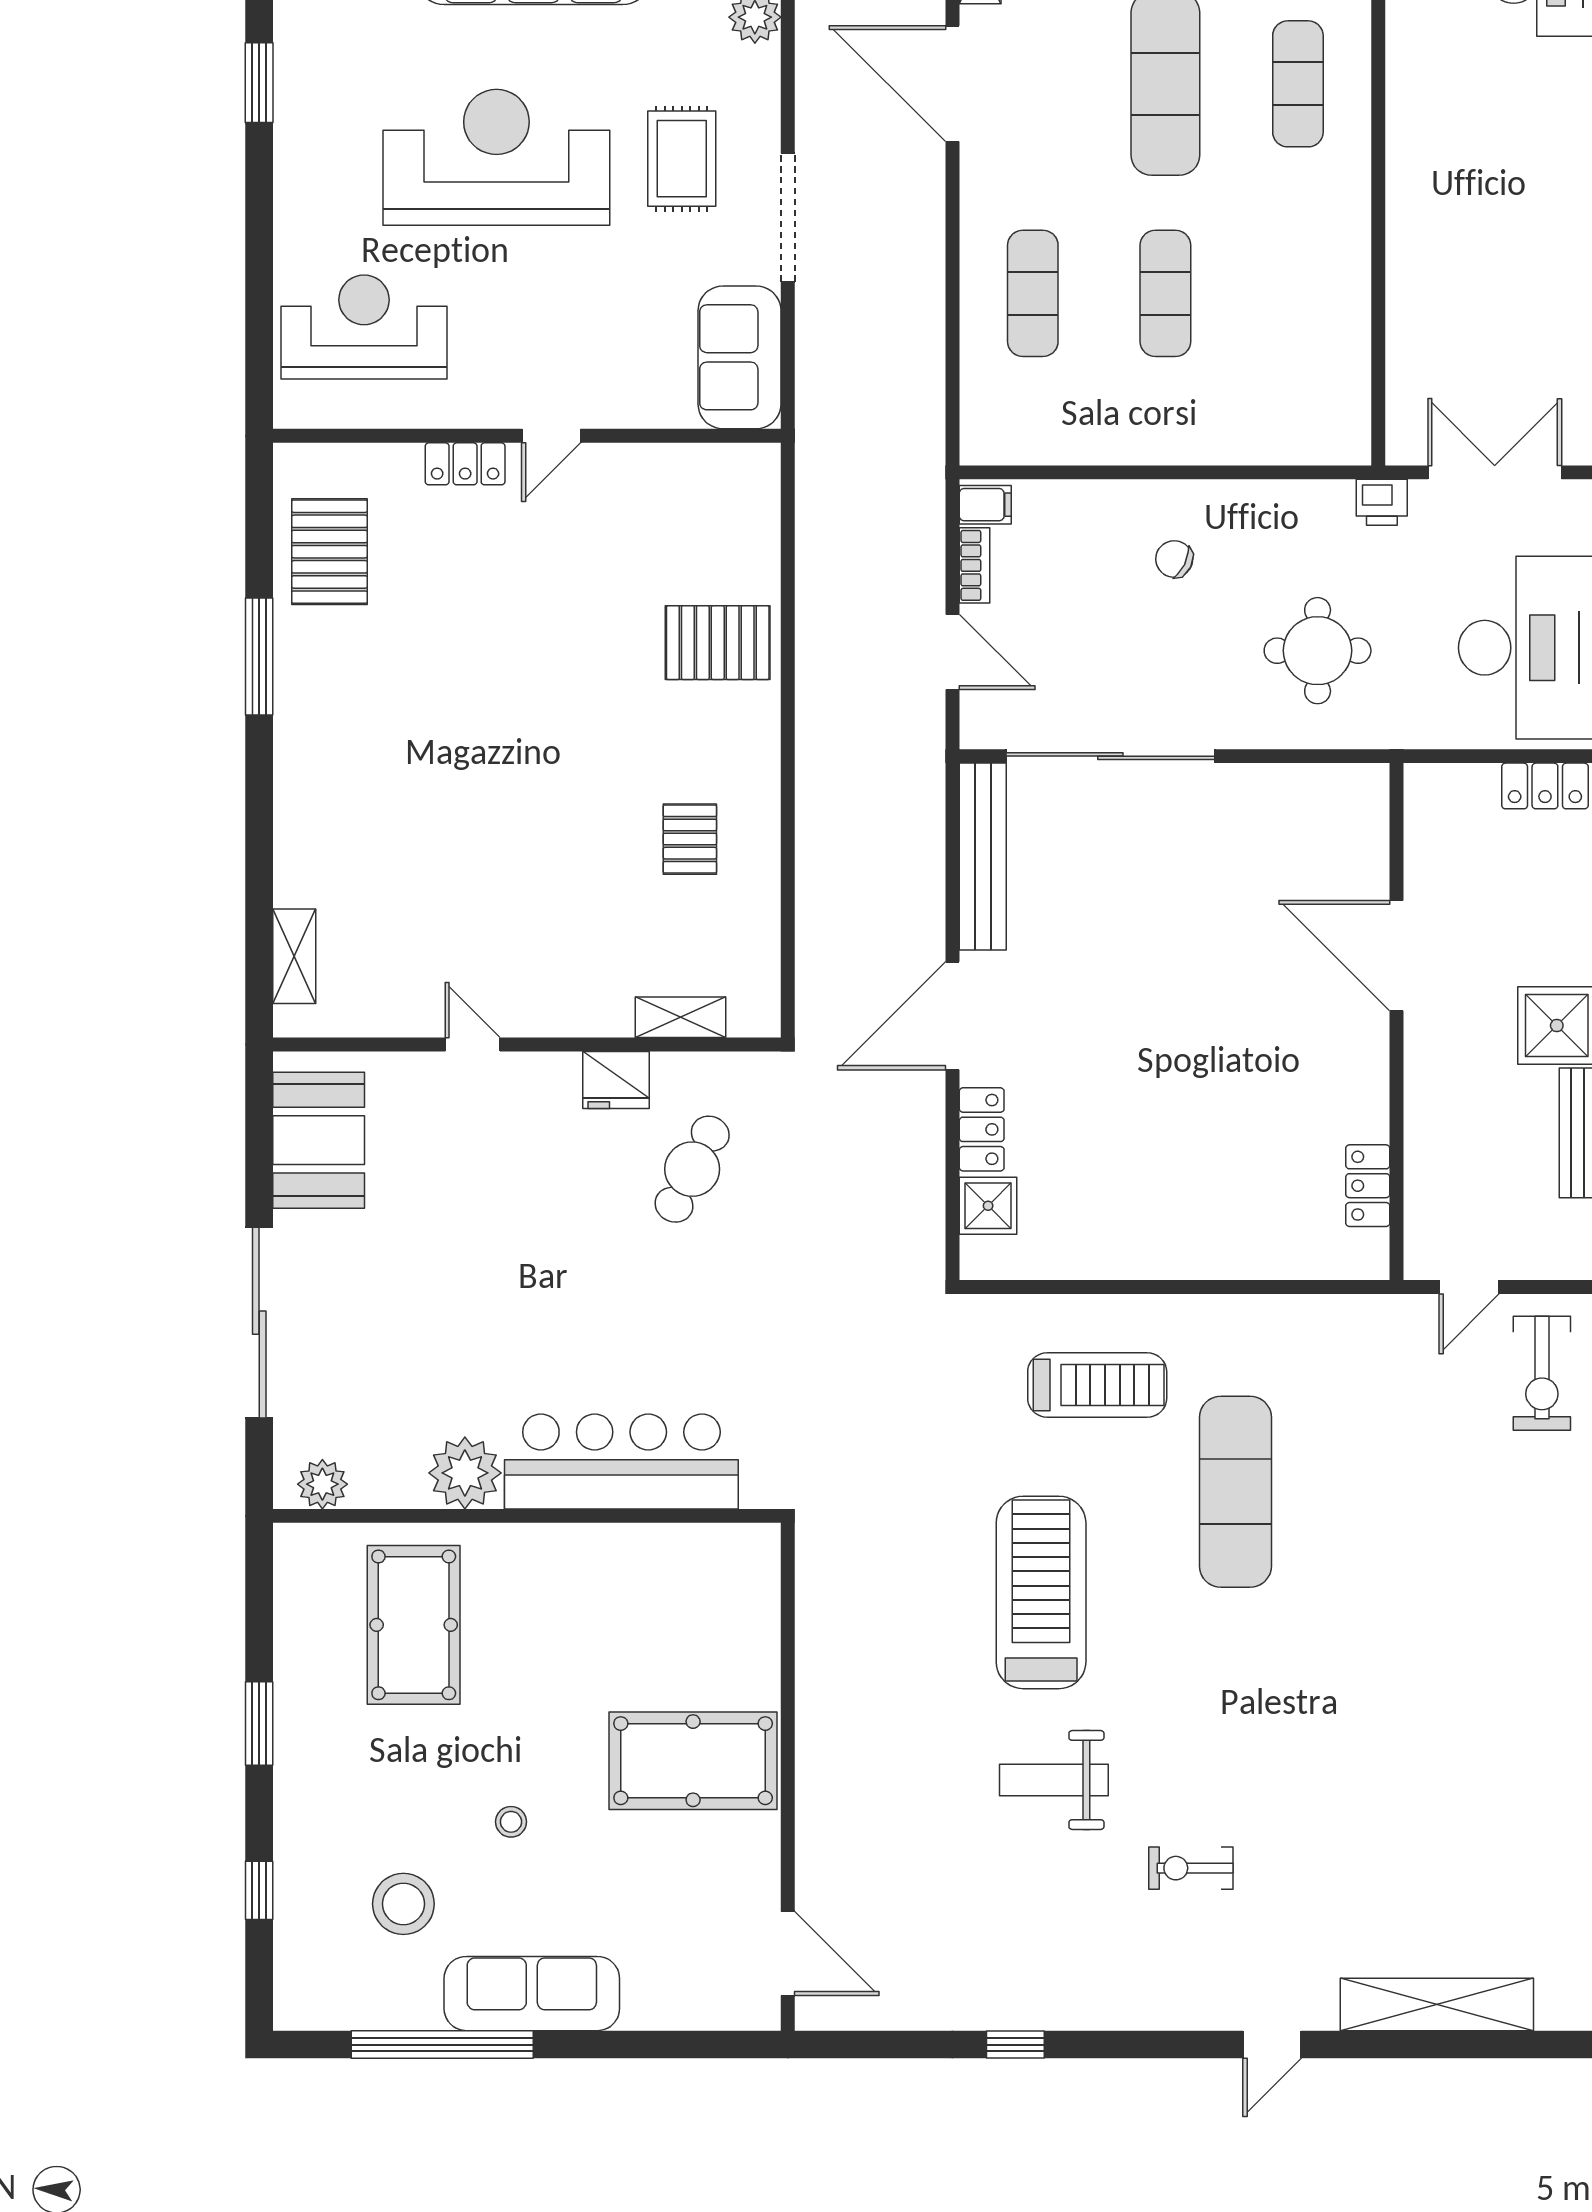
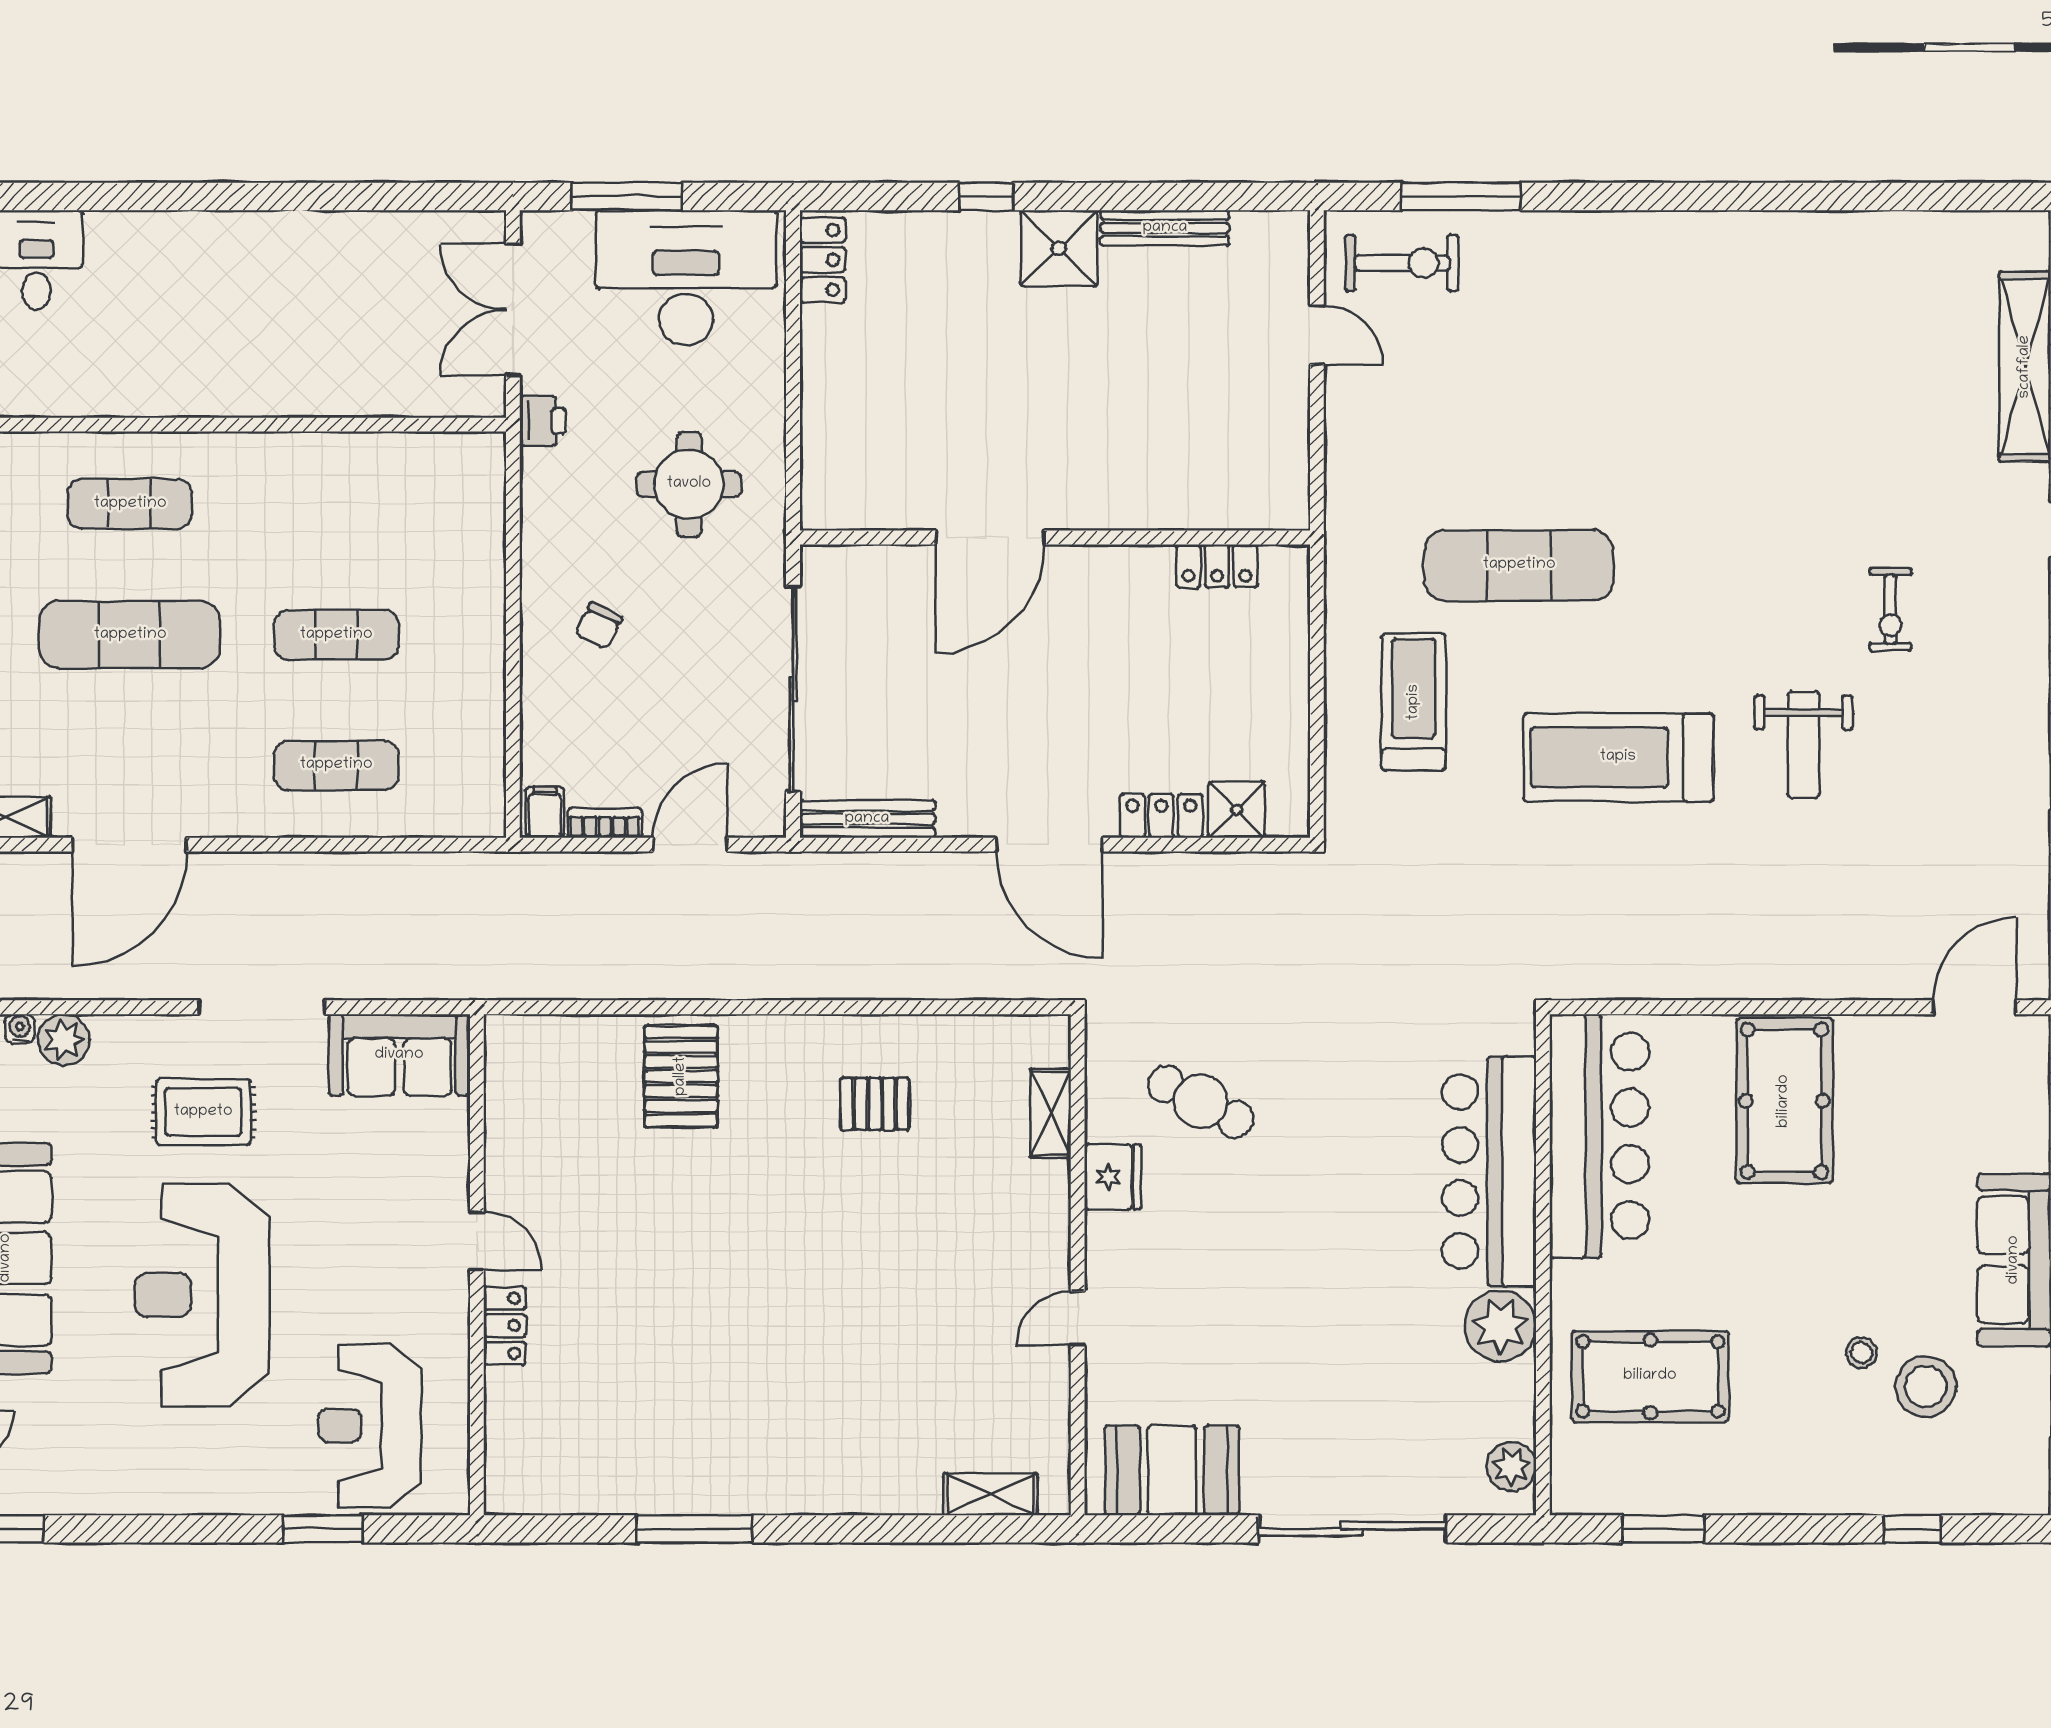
window: (259, 83) -> (323, 1529), moved
pallet: (329, 552) -> (591, 1460), removed
bench: (983, 857) -> (867, 819), width x0.73, depth x0.82
door: (1397, 956) -> (990, 537), moved
wall: (1397, 1022) -> (1055, 537), moved
locker: (1368, 1186) -> (1217, 566), moved
bar counter: (657, 1573) -> (1599, 1136), added
window: (259, 1723) -> (1663, 1529), moved
stool: (511, 1822) -> (1861, 1353), moved

